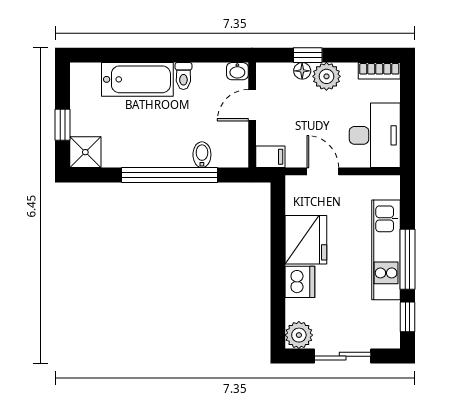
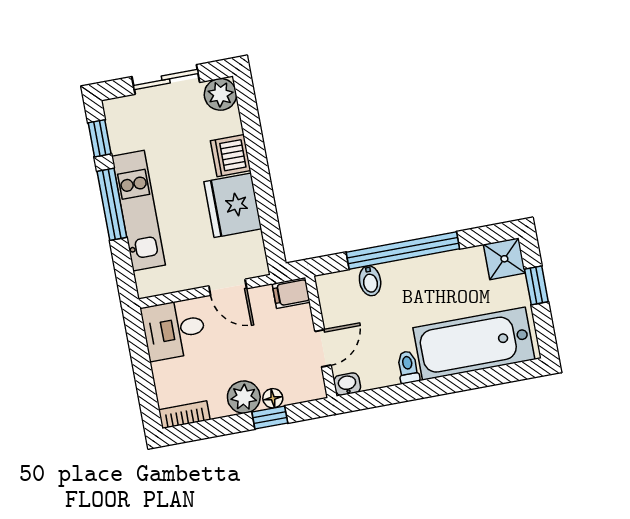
bathtub: (137, 79) -> (474, 344), width x1.36, depth x1.36
desk: (375, 135) -> (174, 330), width x0.73

